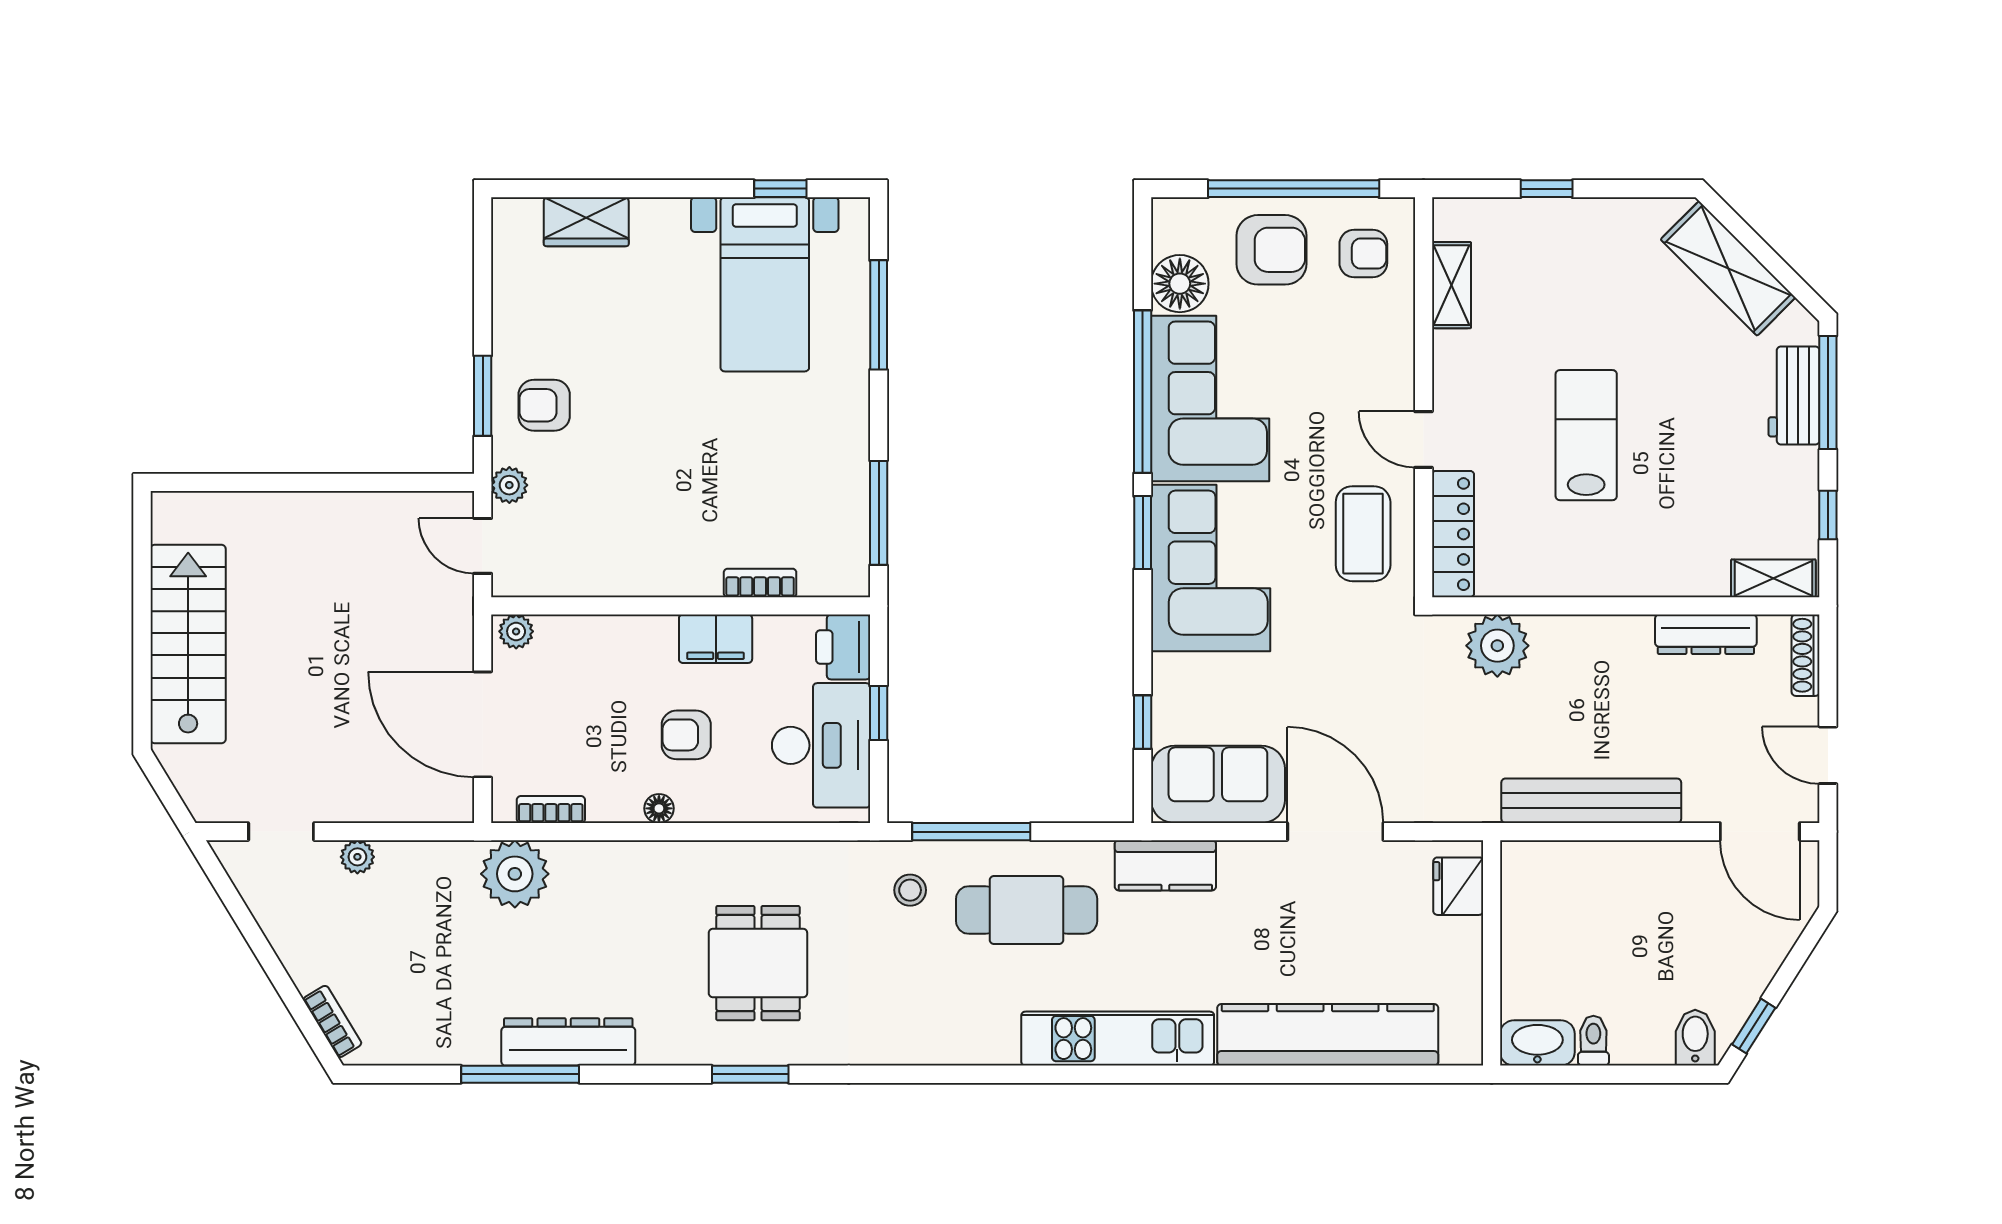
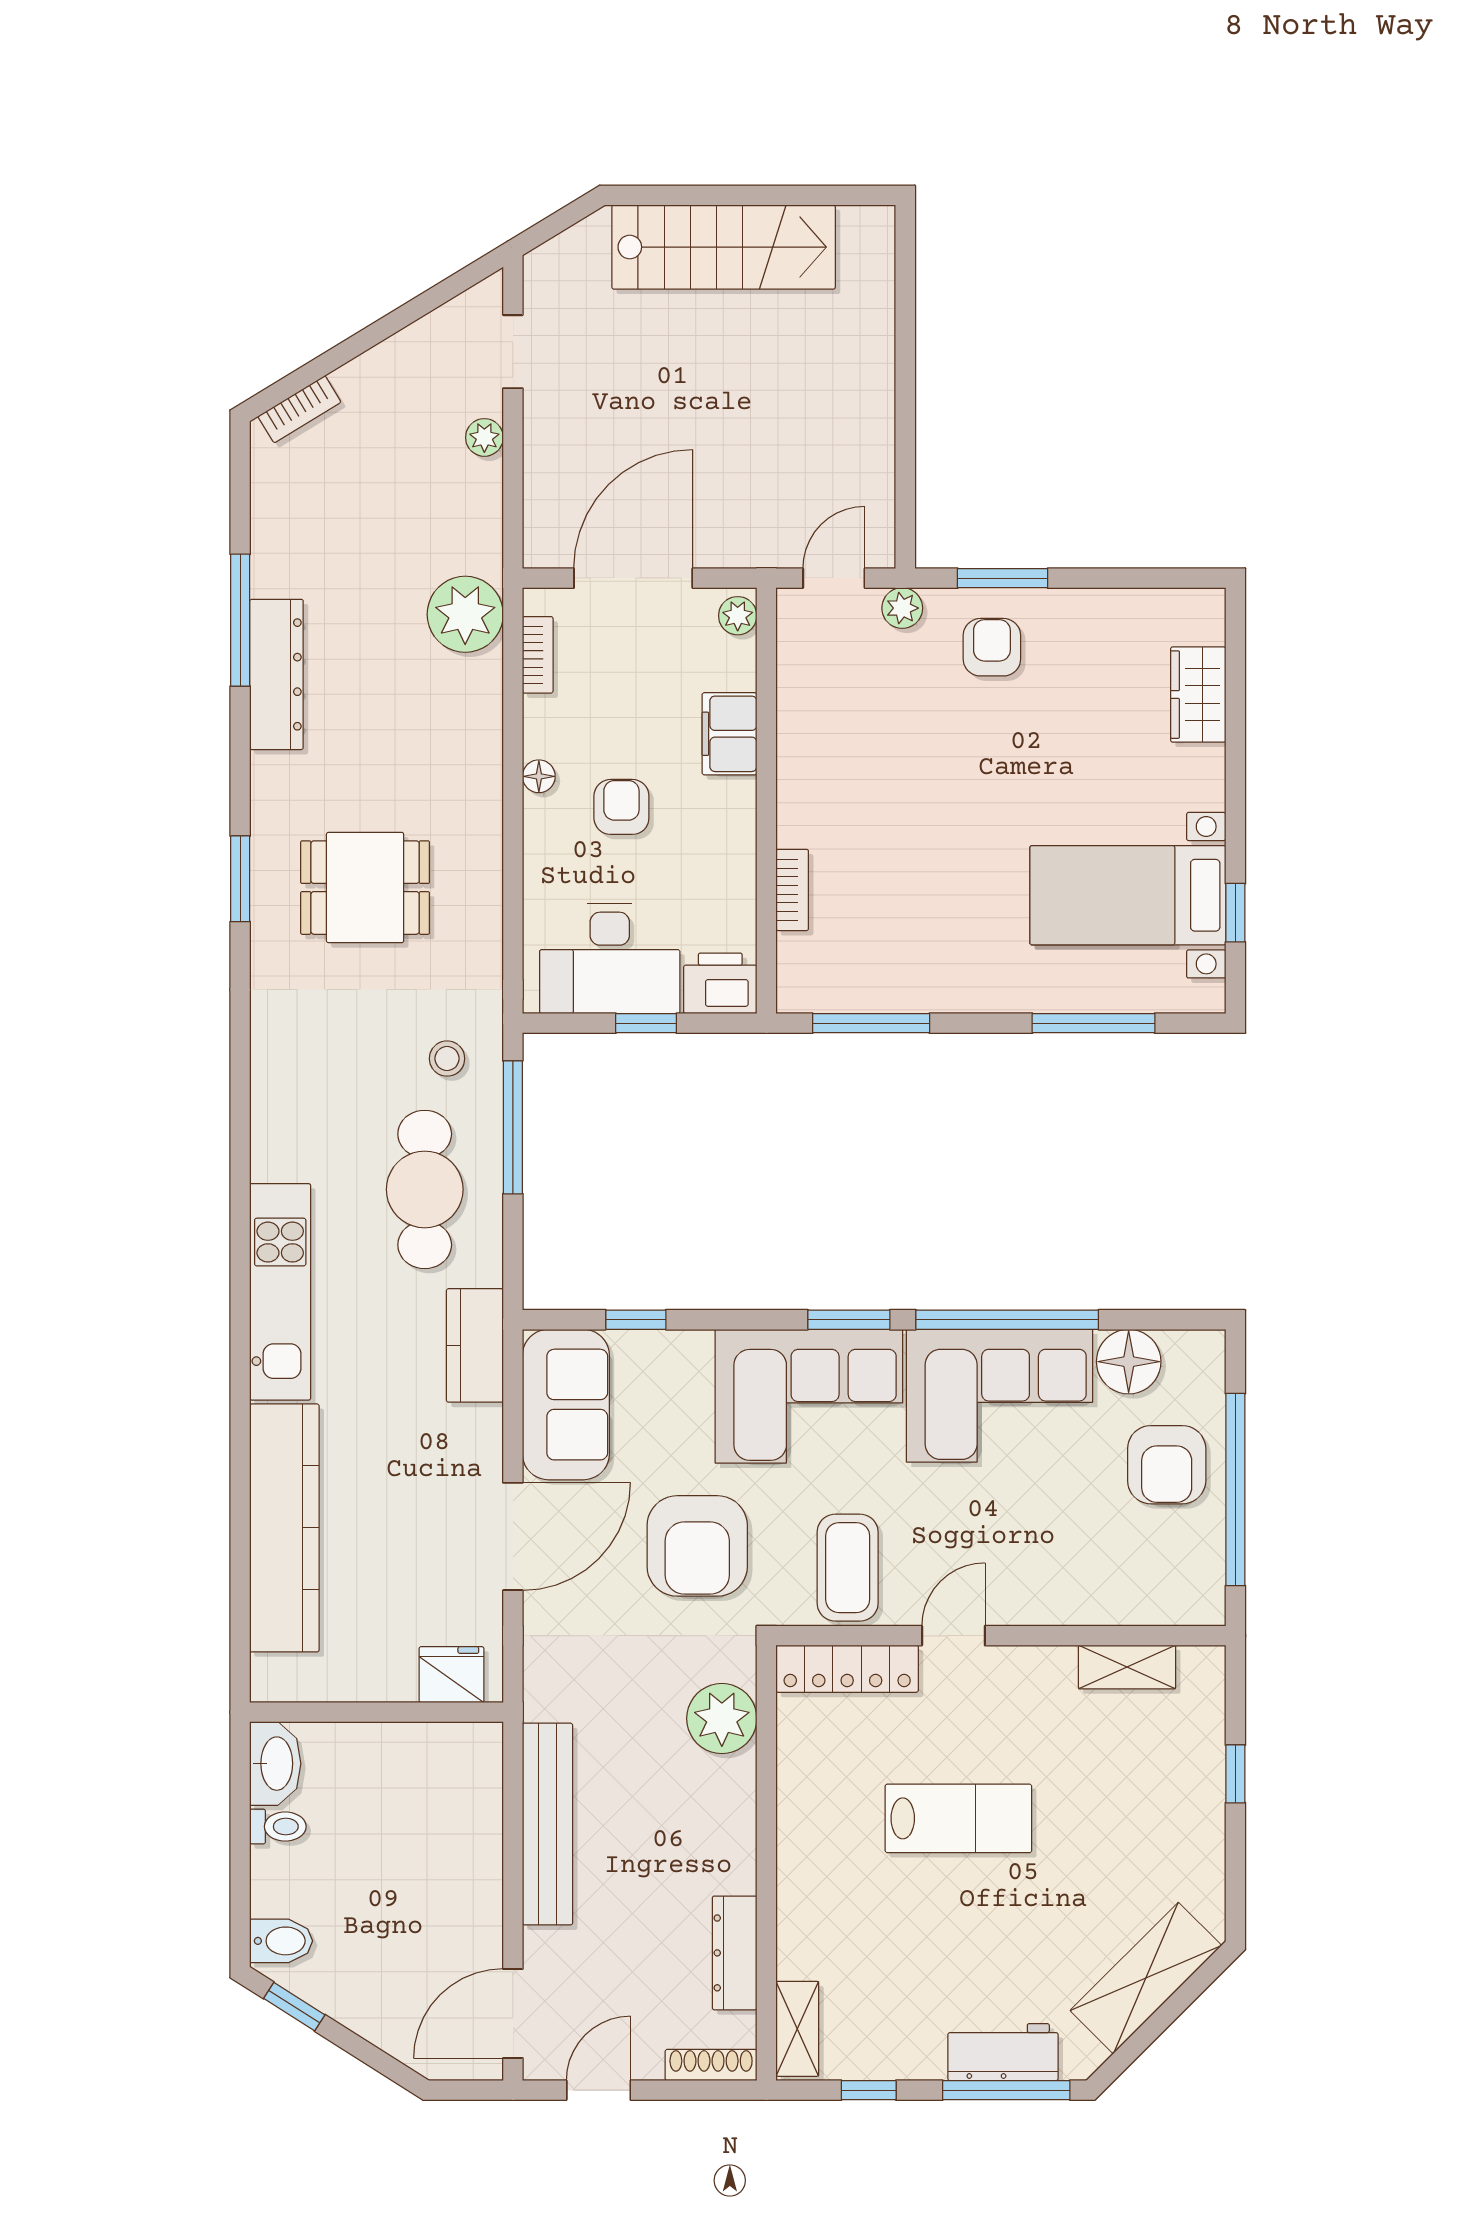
armchair: (1363, 254) -> (697, 1546), moved, width x1.88, depth x1.88
coffee table: (1363, 534) -> (848, 1568), turned 90
filing cabinet: (716, 639) -> (729, 734), moved

